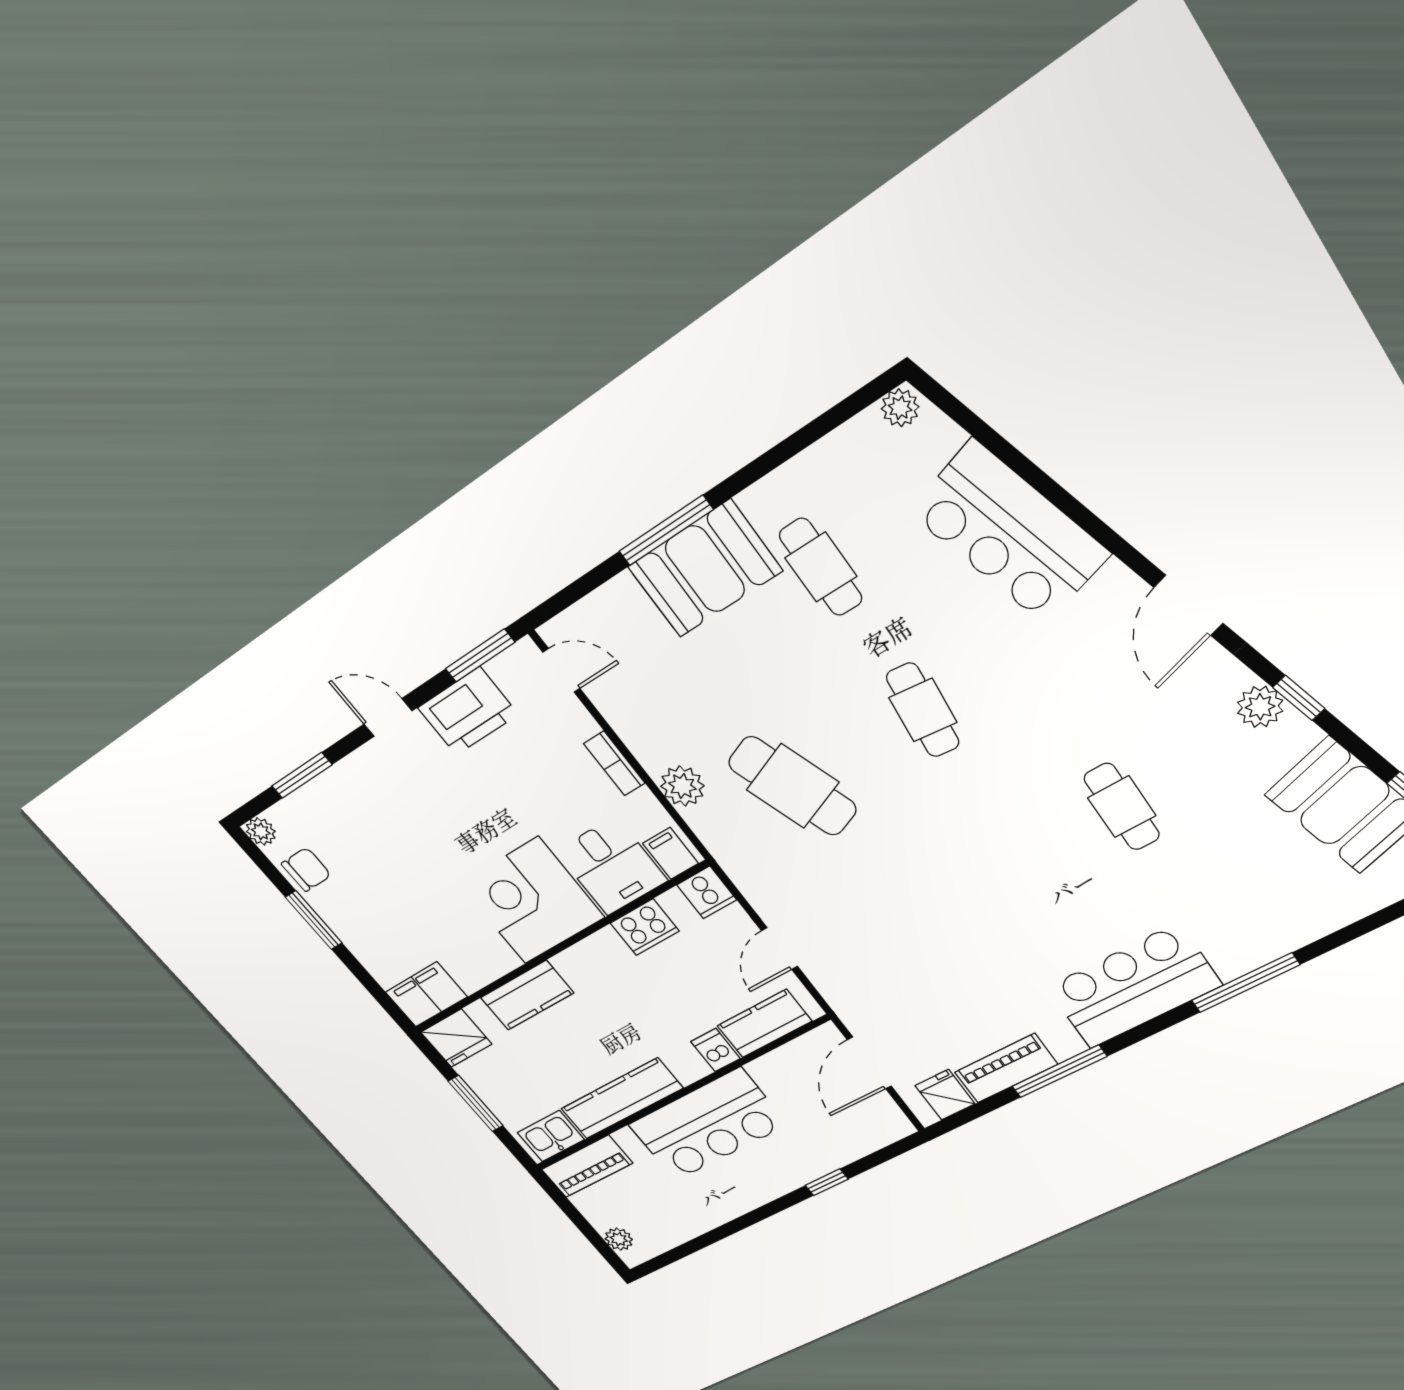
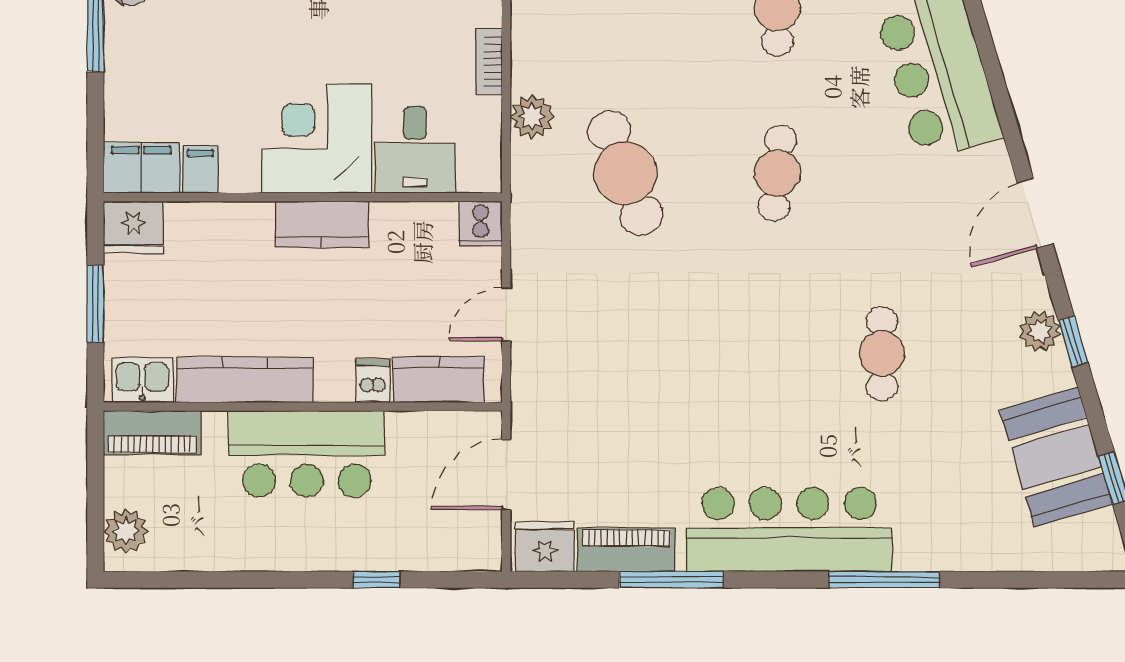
filing cabinet: (671, 853) -> (200, 170), moved
cooker: (645, 927) -> (400, 223), removed
bar counter: (1134, 986) -> (789, 530), width x1.36
kitchen counter: (527, 995) -> (322, 225), moved
fridge: (945, 1095) -> (545, 547), width x1.38
plant: (619, 1239) -> (126, 531), width x1.38, depth x1.38

